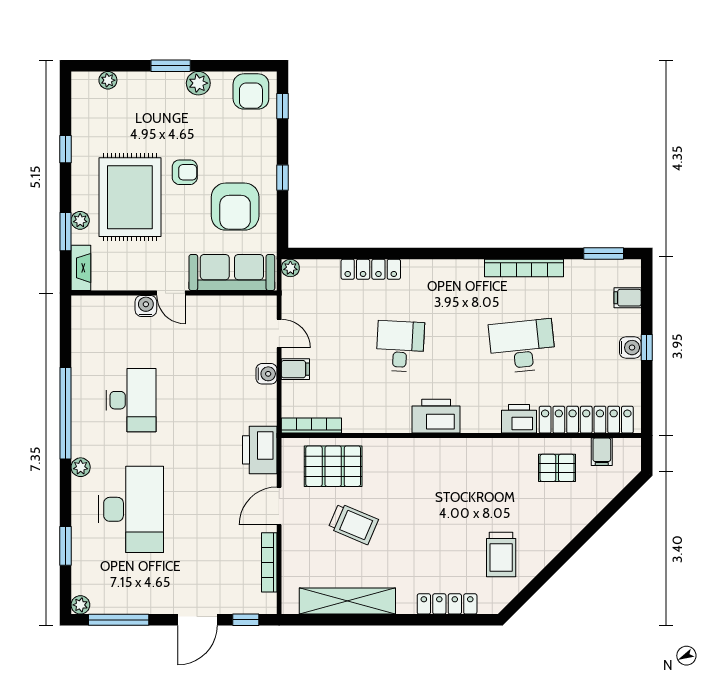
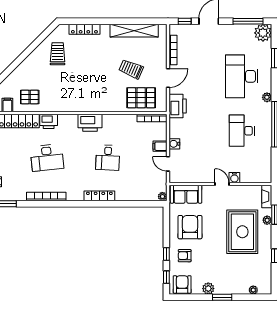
armchair: (185, 172) -> (185, 256), moved
window: (283, 178) -> (166, 254), moved
locker: (371, 269) -> (99, 196), moved
sofa: (232, 273) -> (186, 194), width x0.73
plant: (80, 605) -> (263, 33), width x1.87, depth x1.87

